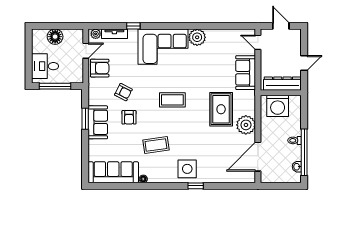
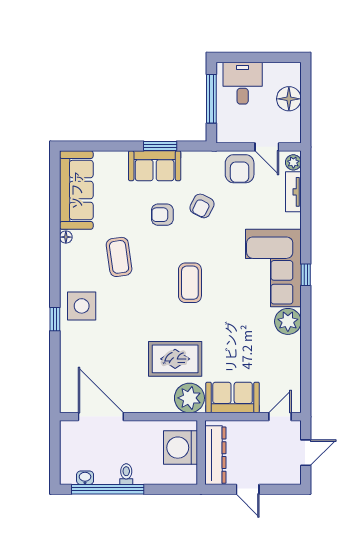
window: (133, 26) -> (306, 275), moved
plant: (246, 125) -> (189, 398), moved

